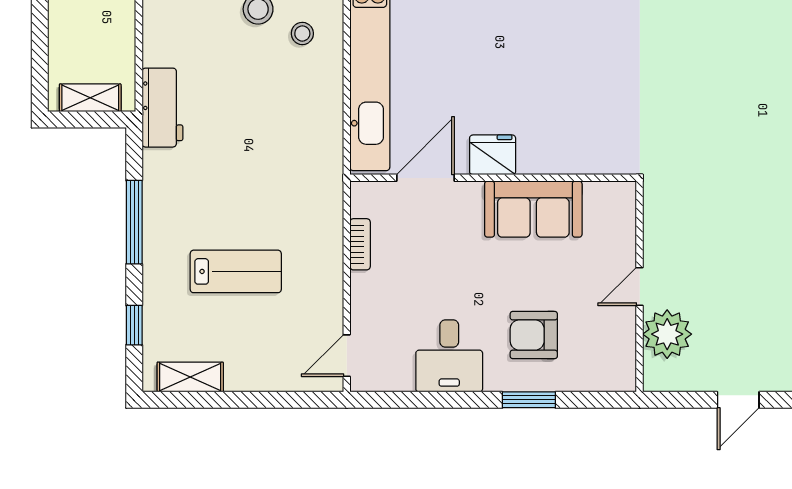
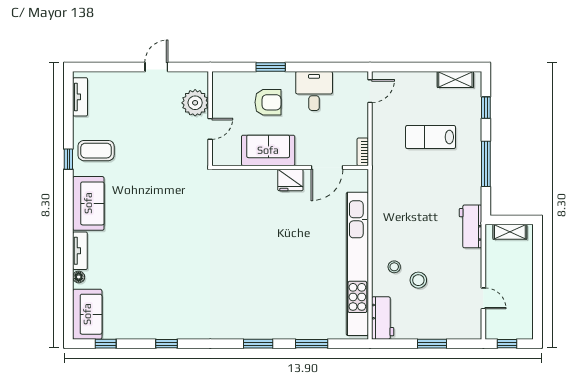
fridge: (493, 155) -> (290, 180), moved
door: (426, 178) -> (327, 167), moved
wall: (493, 178) -> (290, 167), moved
sofa: (533, 209) -> (268, 150), moved

